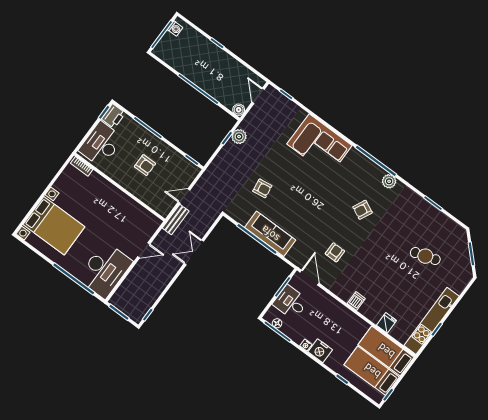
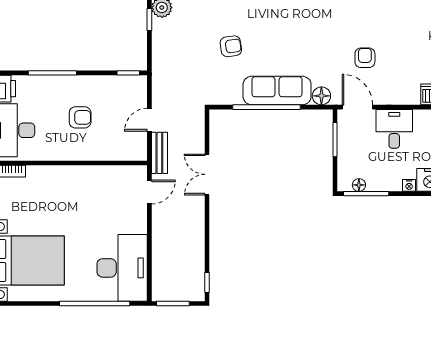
door: (144, 250) -> (149, 192), moved
floor lamp: (294, 256) -> (321, 96), added
desk: (291, 302) -> (394, 129), moved, turned 90

